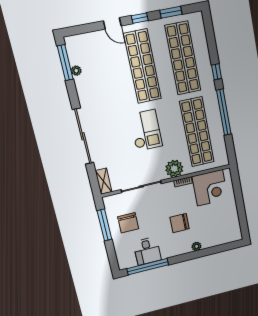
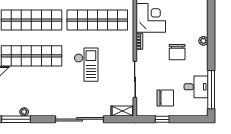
checkout: (146, 130) -> (86, 65), turned 90
plant: (174, 169) -> (126, 47), removed
window: (104, 225) -> (162, 119), width x0.46

